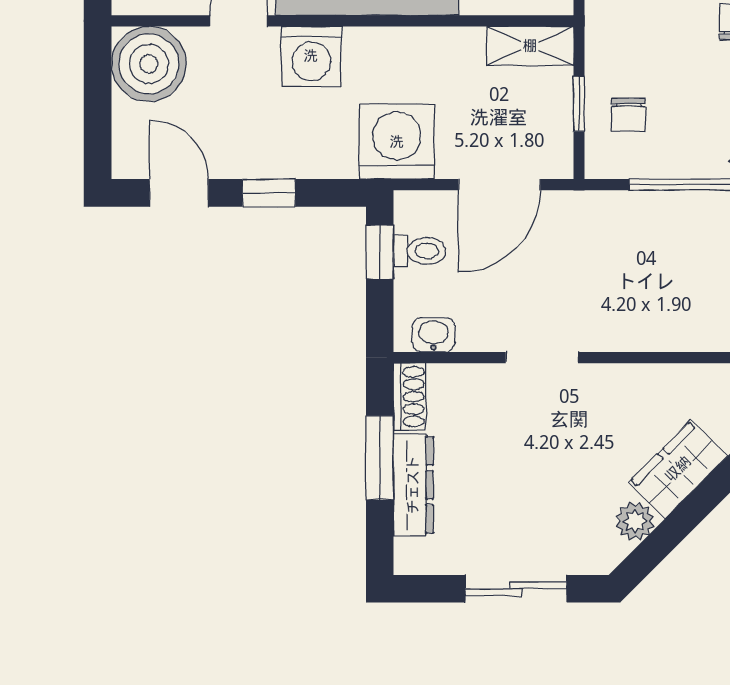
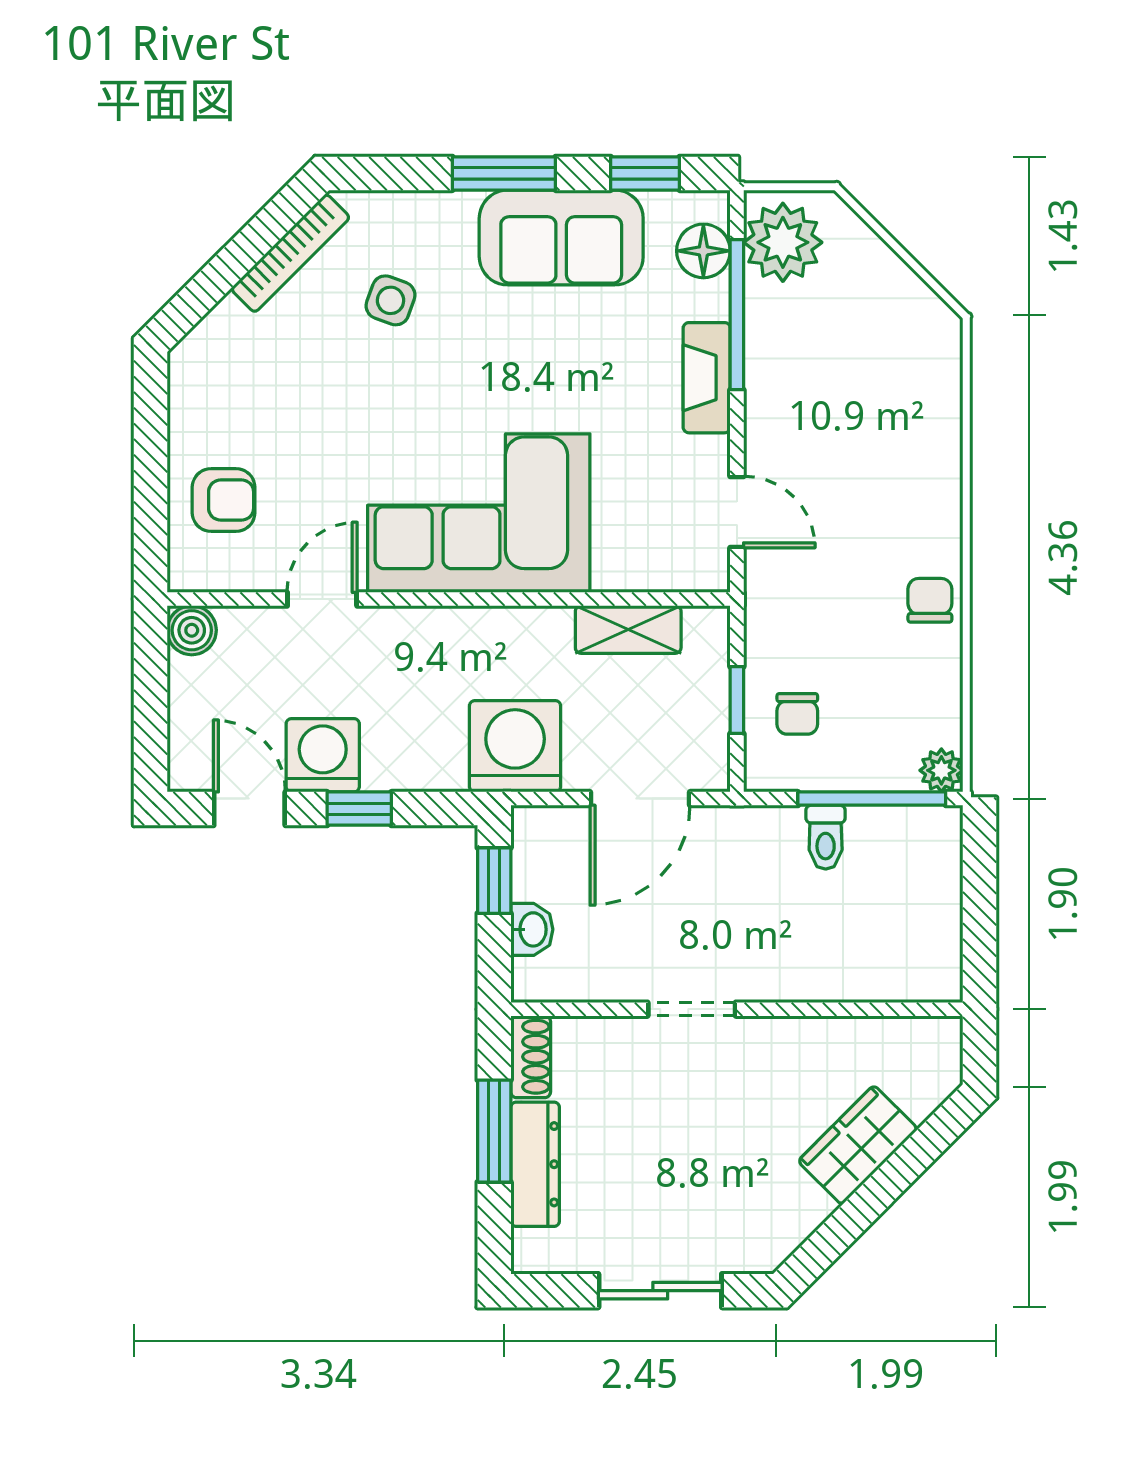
shelving: (530, 46) -> (628, 630), moved
washing machine: (311, 56) -> (323, 755), moved, turned 180
boiler: (149, 64) -> (192, 630), width x0.54, depth x0.54
toilet: (420, 251) -> (826, 837), moved, turned 90
washbasin: (433, 335) -> (532, 929), moved, turned 90
plant: (635, 521) -> (805, 1209), removed

